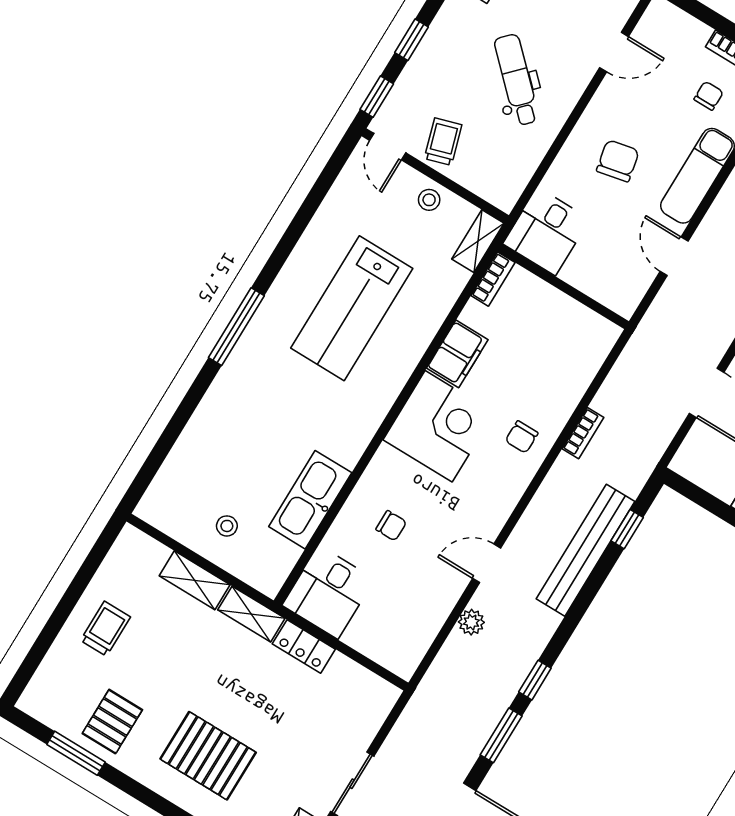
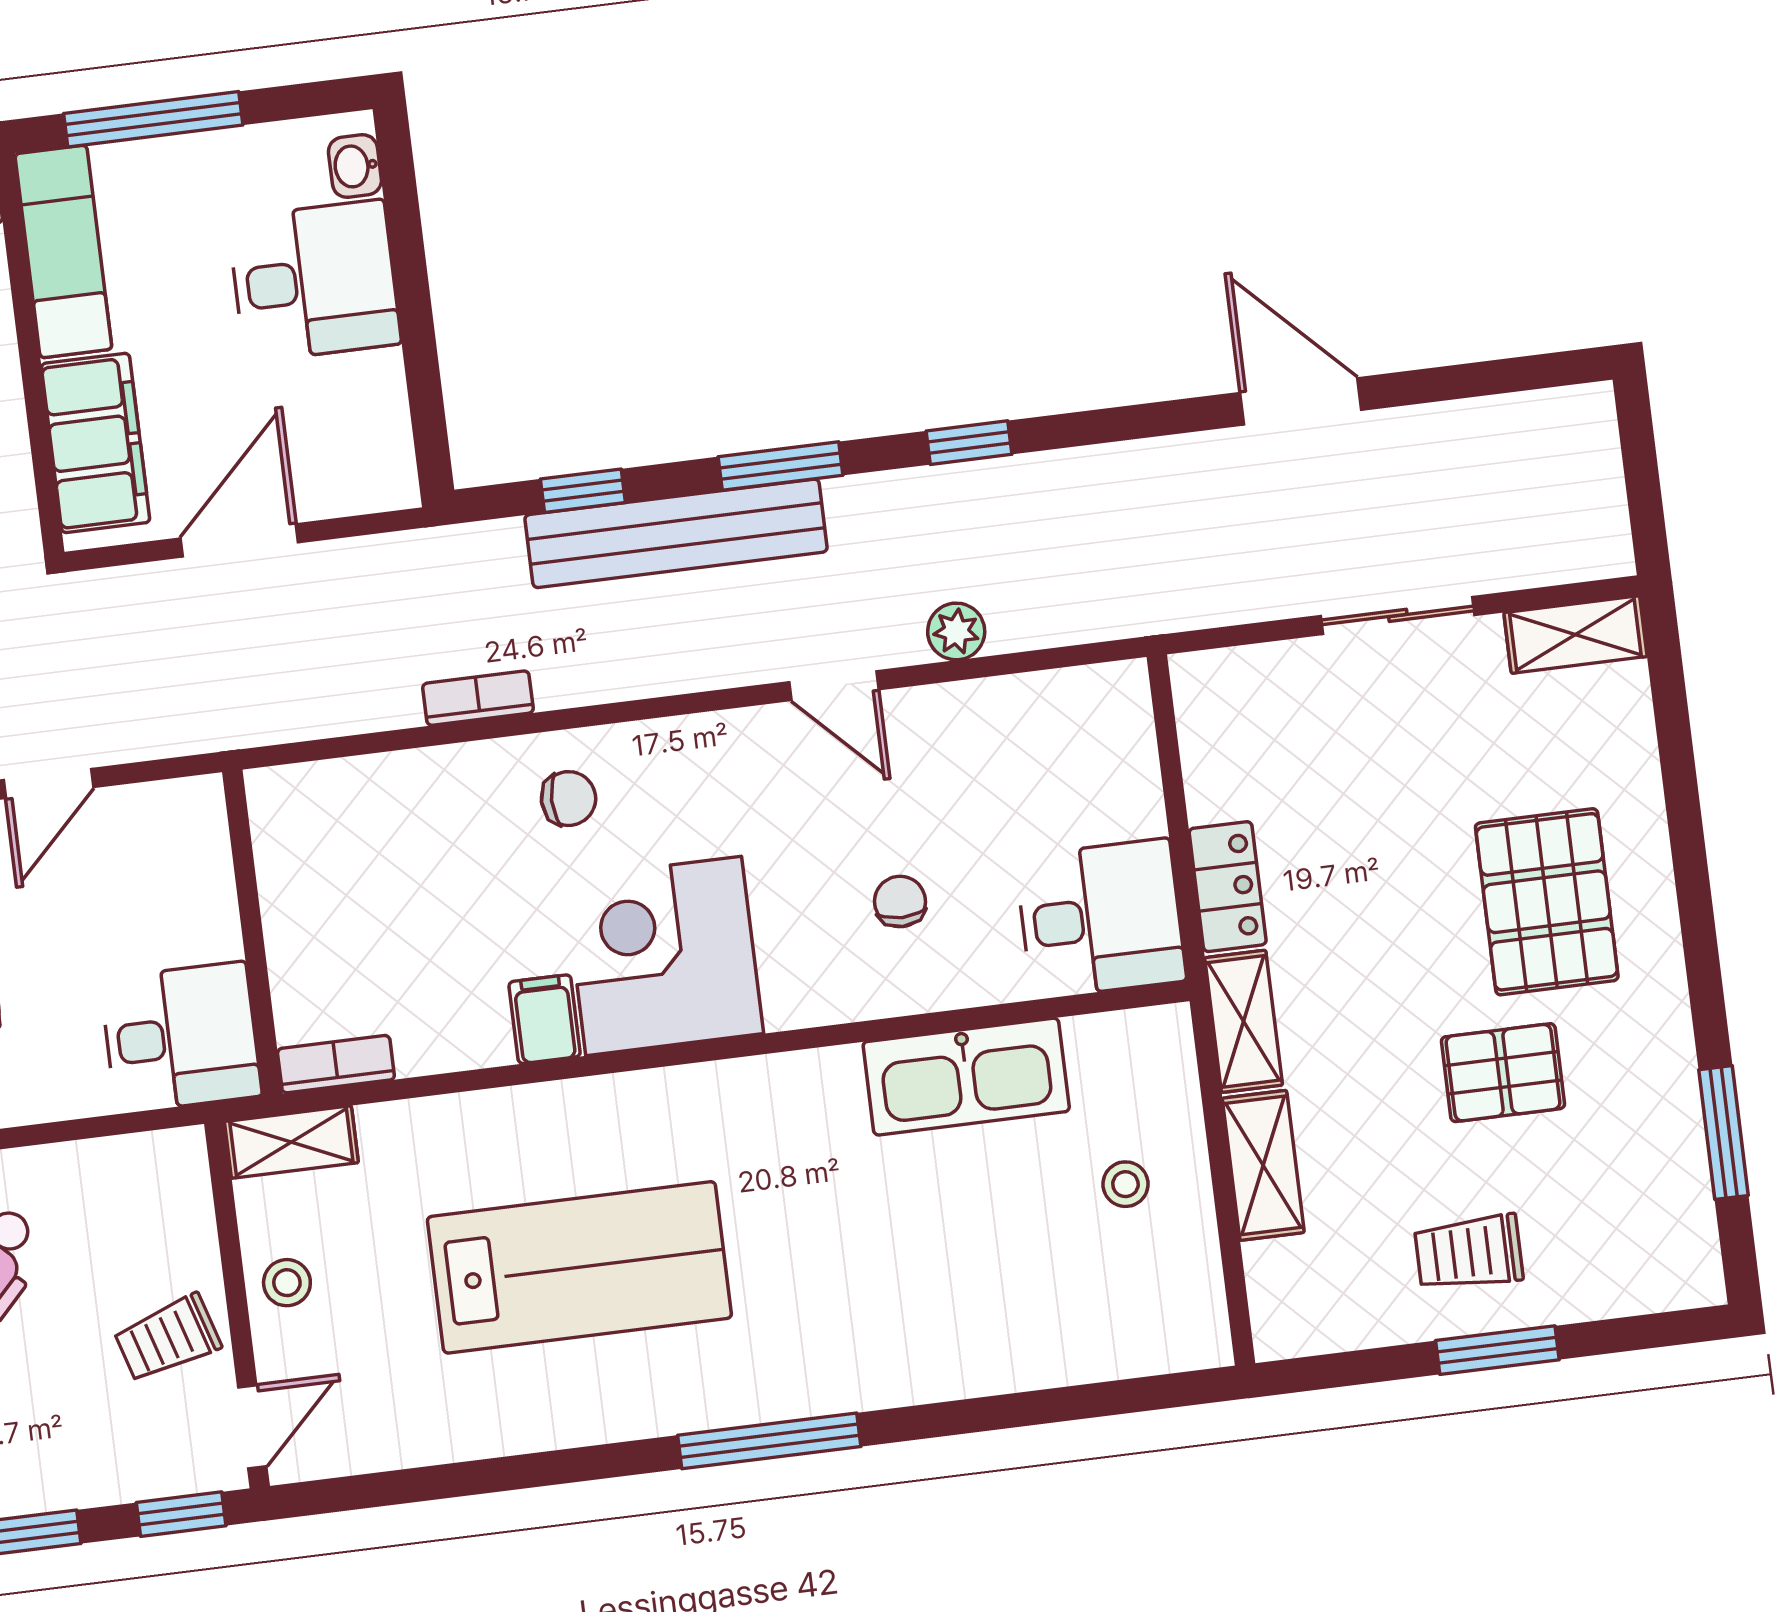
filing cabinet: (457, 354) -> (545, 1019), width x0.50
window: (63, 611) -> (1497, 1350), added
pallet: (112, 722) -> (1503, 1073), moved
window: (501, 735) -> (781, 466), moved

